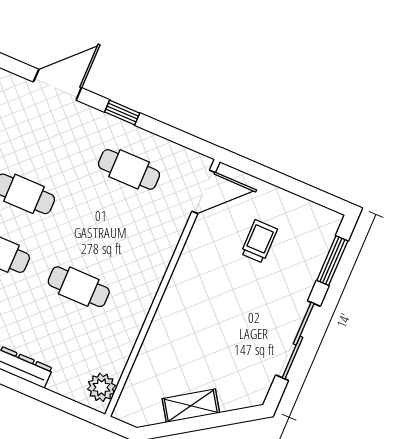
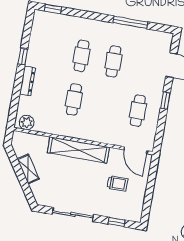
window: (332, 261) -> (117, 222), width x0.67
shelving: (177, 301) -> (78, 150), added

